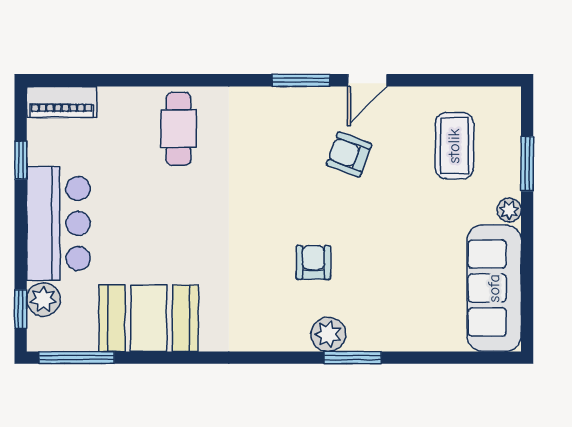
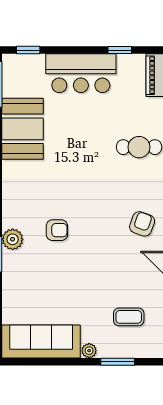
coffee table: (454, 146) -> (129, 317), width x0.73, depth x0.77
armchair: (349, 154) -> (142, 224), moved
plant: (43, 299) -> (34, 64), removed

